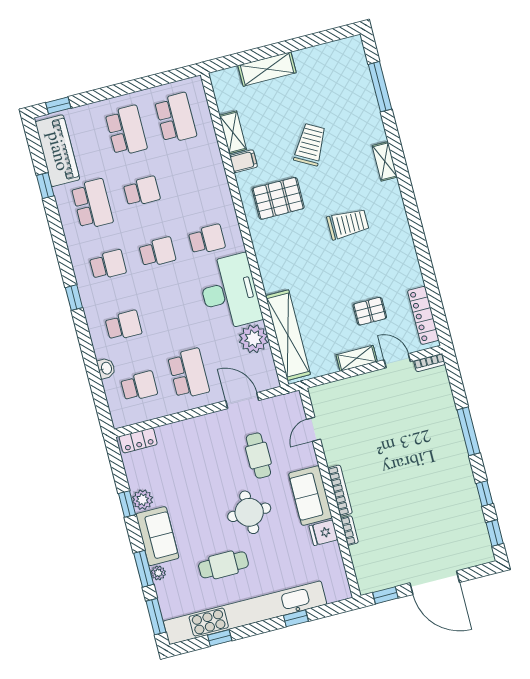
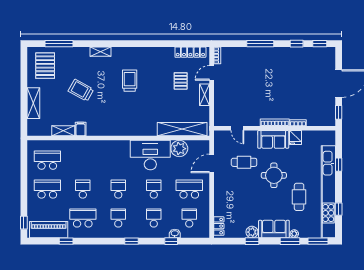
pallet: (278, 198) -> (45, 66), moved
school desk: (207, 239) -> (154, 189), moved
window: (91, 365) -> (171, 241), added

